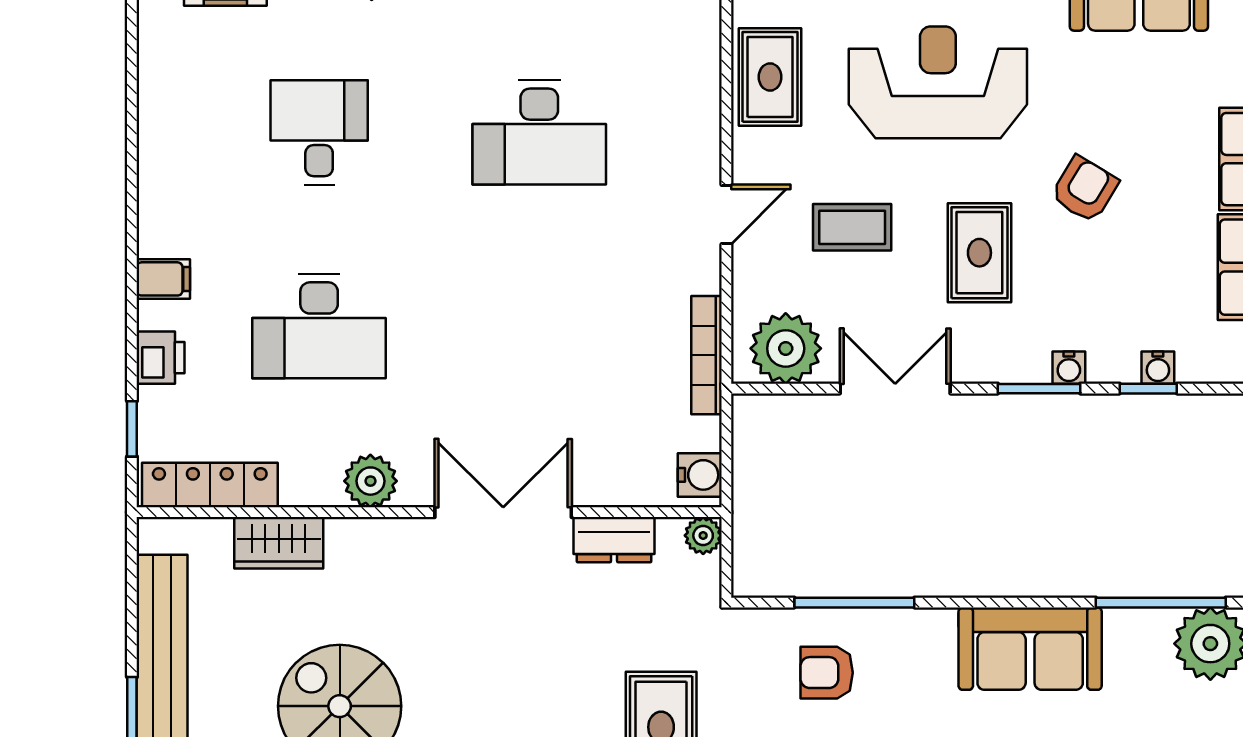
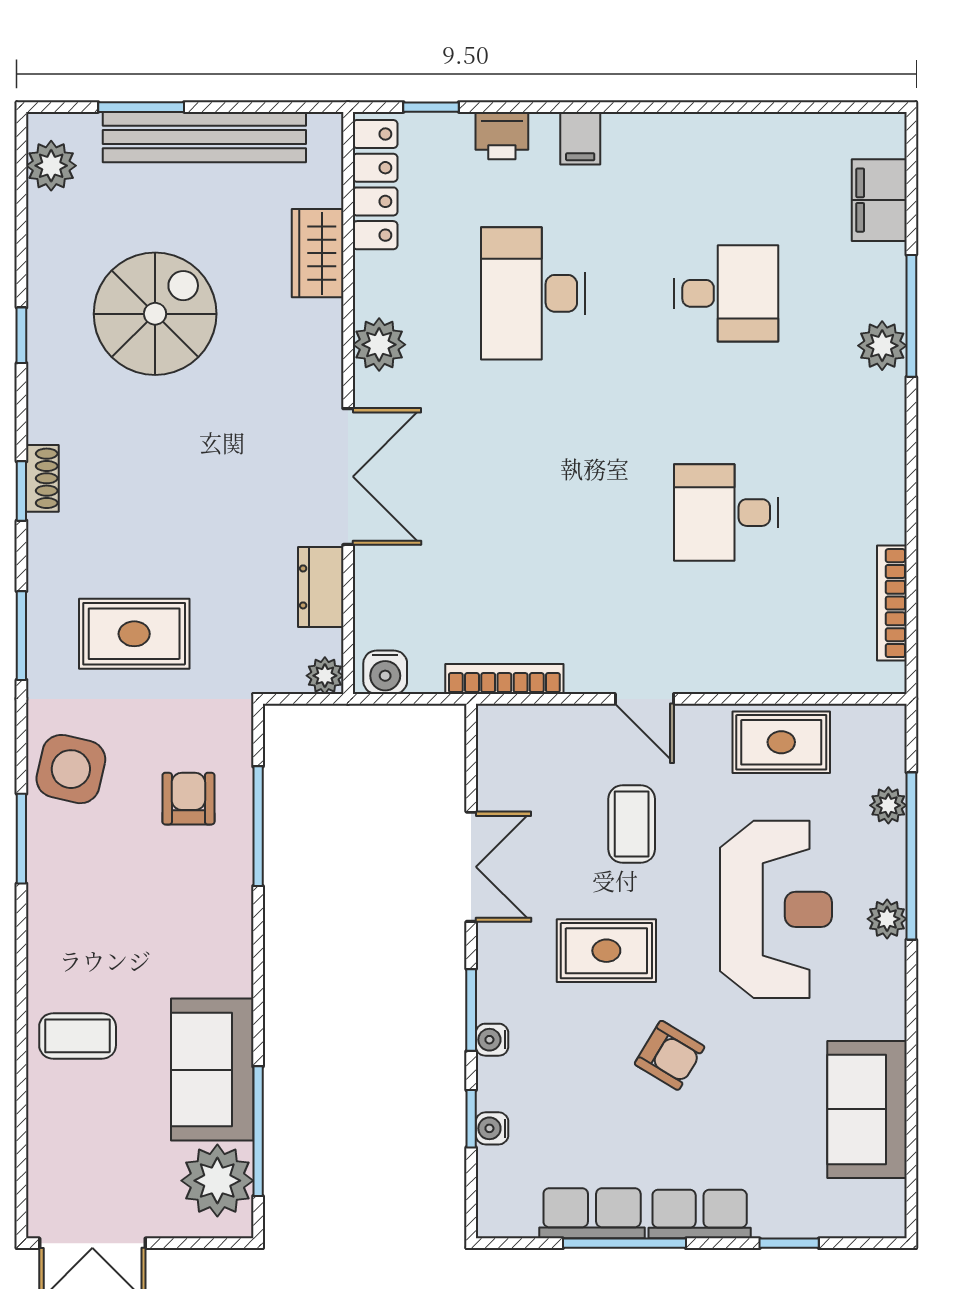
desk: (539, 132) -> (726, 513), width x0.73
plant: (786, 348) -> (511, 758), removed
sofa: (1030, 649) -> (212, 1070), moved

